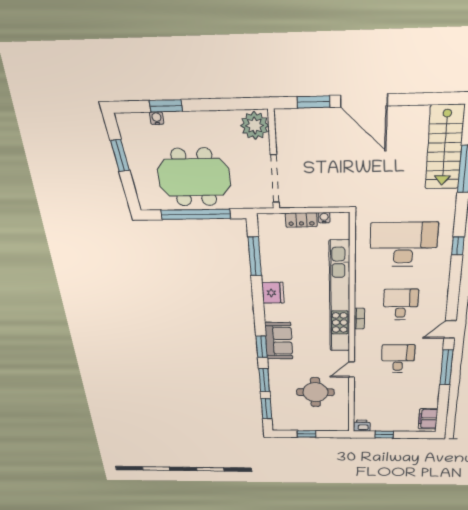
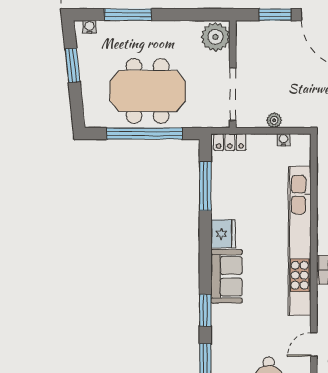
window: (166, 106) -> (128, 15), width x1.44
water cooler: (157, 118) -> (89, 27), moved
plant: (315, 201) -> (274, 120), added
locker: (301, 220) -> (230, 142), moved
sofa: (279, 341) -> (227, 276), moved

